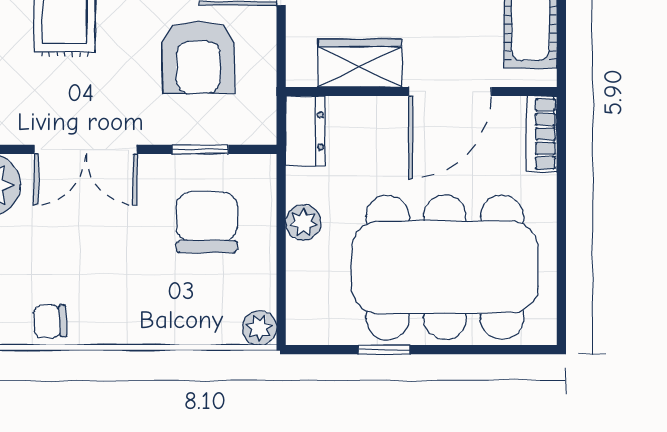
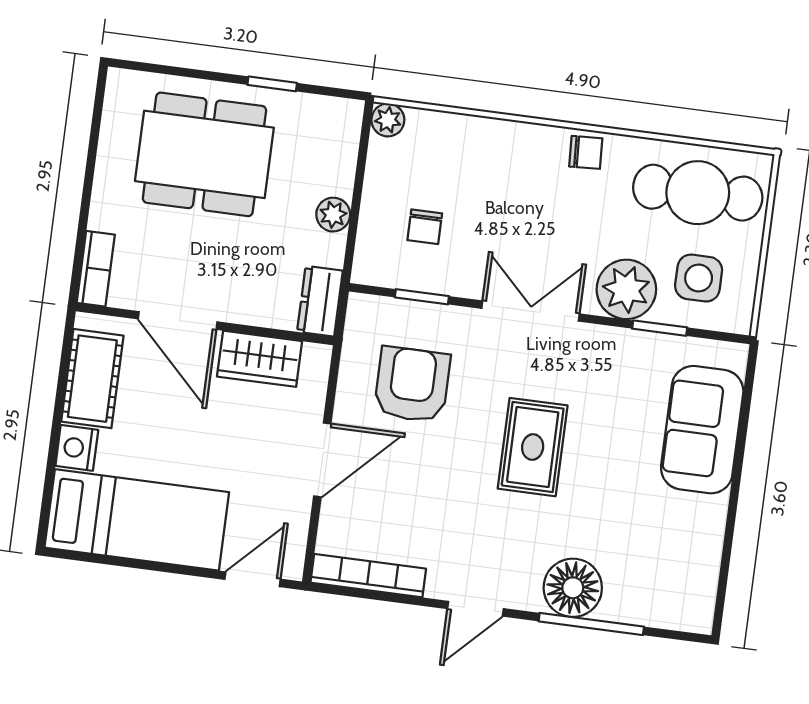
door: (450, 92) -> (178, 320), swing flipped
chair: (207, 222) -> (425, 227), width x0.54, depth x0.54
dining table: (445, 267) -> (204, 154), width x0.73, depth x0.80

